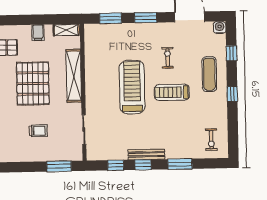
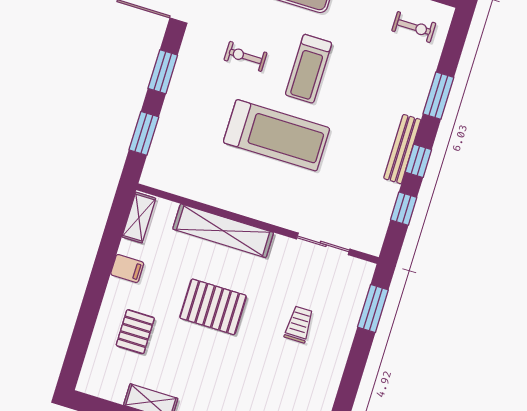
pallet: (33, 83) -> (213, 307), width x0.73, depth x0.71
treadmill: (132, 87) -> (276, 135), turned 180

